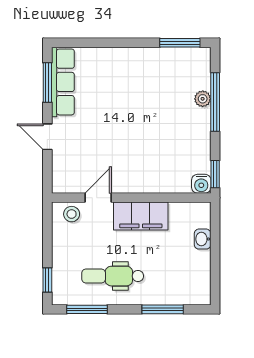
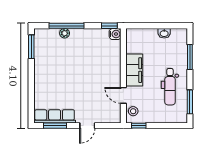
washbasin: (203, 239) -> (164, 33), moved
window: (47, 280) -> (139, 126), moved

